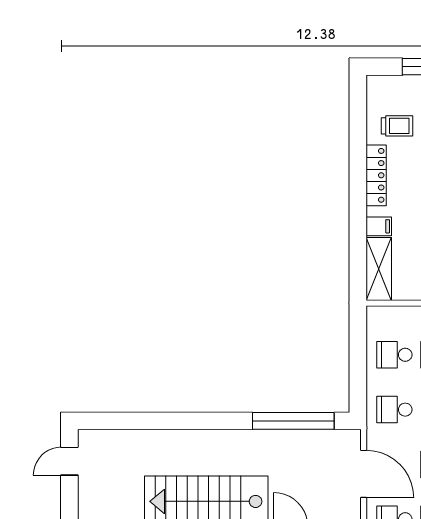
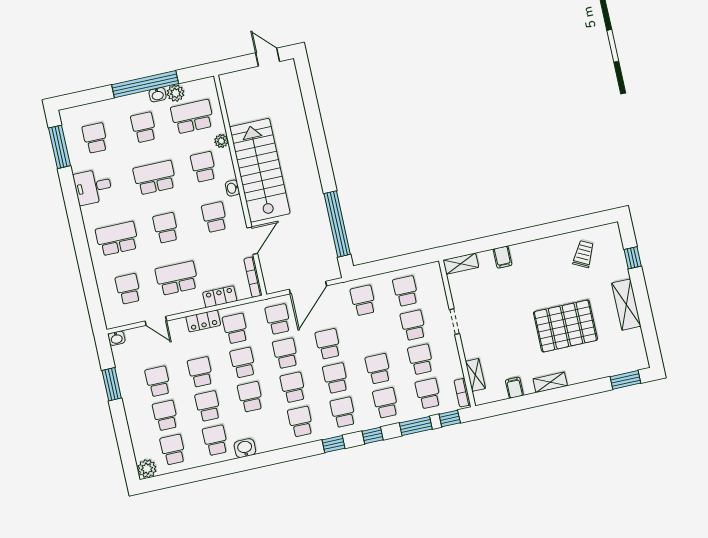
trolley: (397, 126) -> (584, 254), turned -153
locker: (376, 175) -> (542, 246), removed
shelving: (379, 269) -> (461, 264), width x0.67, depth x0.75

